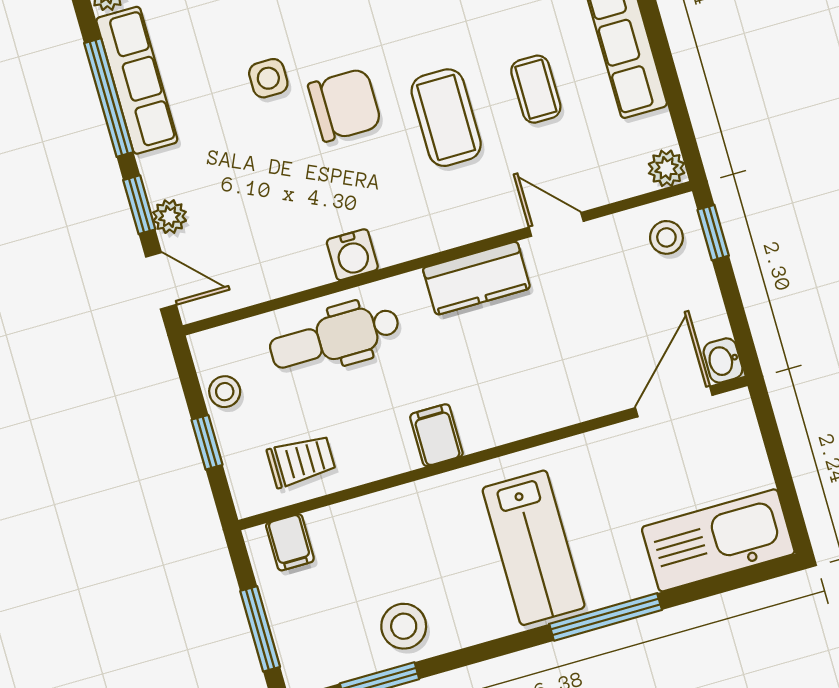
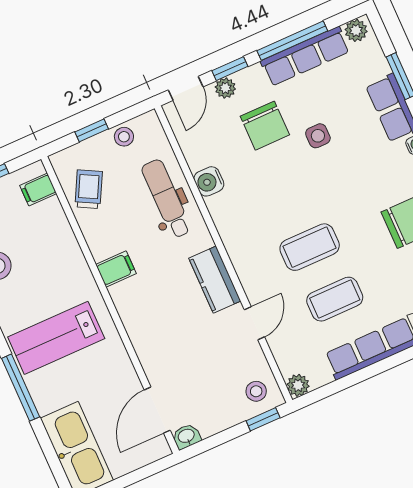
coffee table: (536, 89) -> (335, 299), width x1.36, depth x1.30
chair: (345, 105) -> (265, 126), moved
water cooler: (352, 255) -> (209, 181), moved
door: (674, 401) -> (157, 410), swing flipped
trolley: (301, 461) -> (89, 189), turned -152

